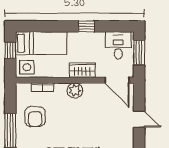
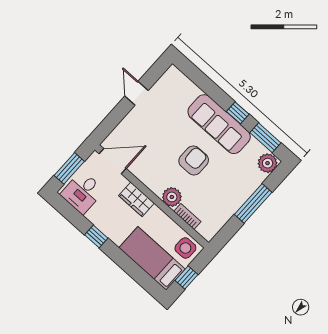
door: (117, 80) -> (113, 161), hinge flipped
plant: (75, 90) -> (172, 197), moved
armchair: (35, 117) -> (194, 160), moved
door: (139, 119) -> (136, 93), moved

